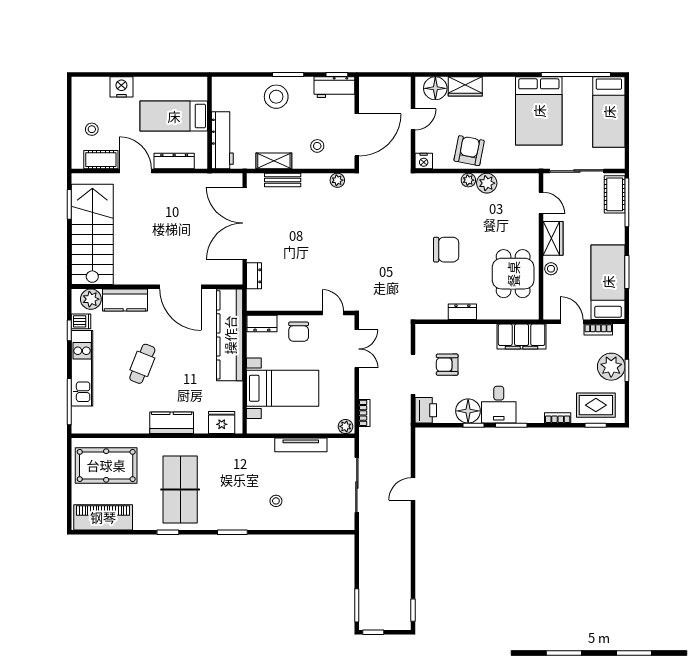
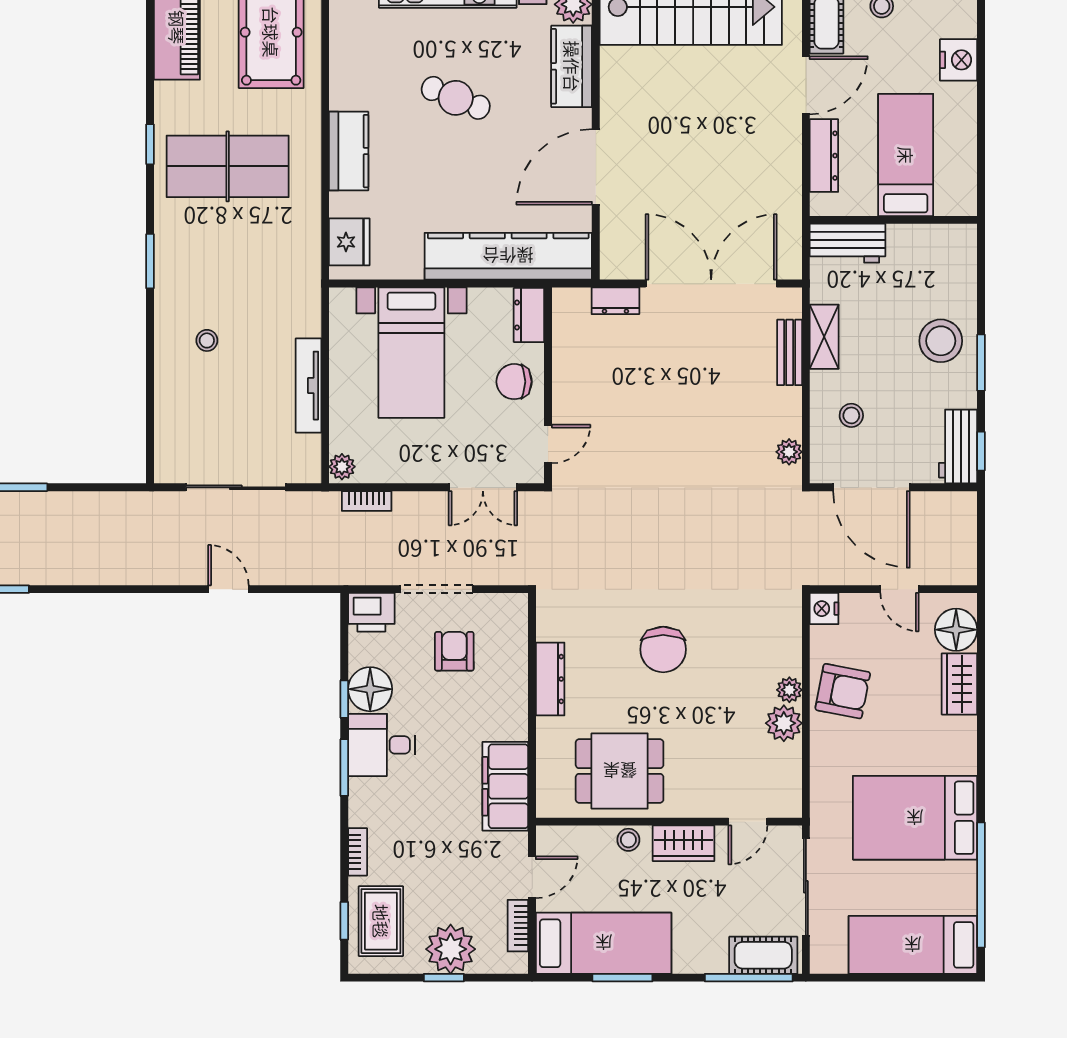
workbench: (222, 140) -> (847, 243), width x0.73
dresser: (462, 312) -> (550, 679), width x1.44

